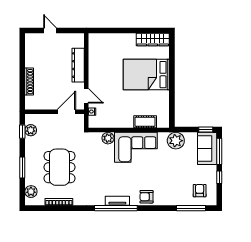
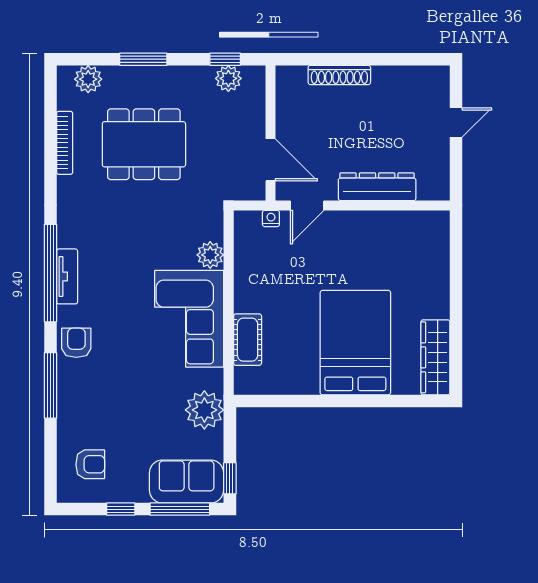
window: (191, 208) -> (50, 385), moved

